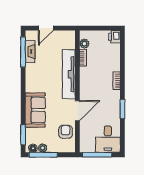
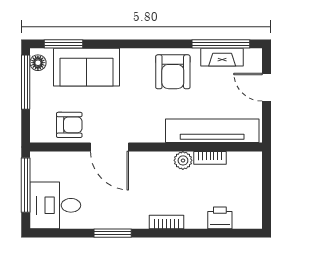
printer: (114, 37) -> (220, 218), moved
plant: (84, 44) -> (183, 160), moved
tv unit: (69, 74) -> (212, 131), moved
armchair: (38, 77) -> (173, 72), added
sofa: (35, 110) -> (86, 67), moved
plant: (43, 148) -> (39, 81), removed

